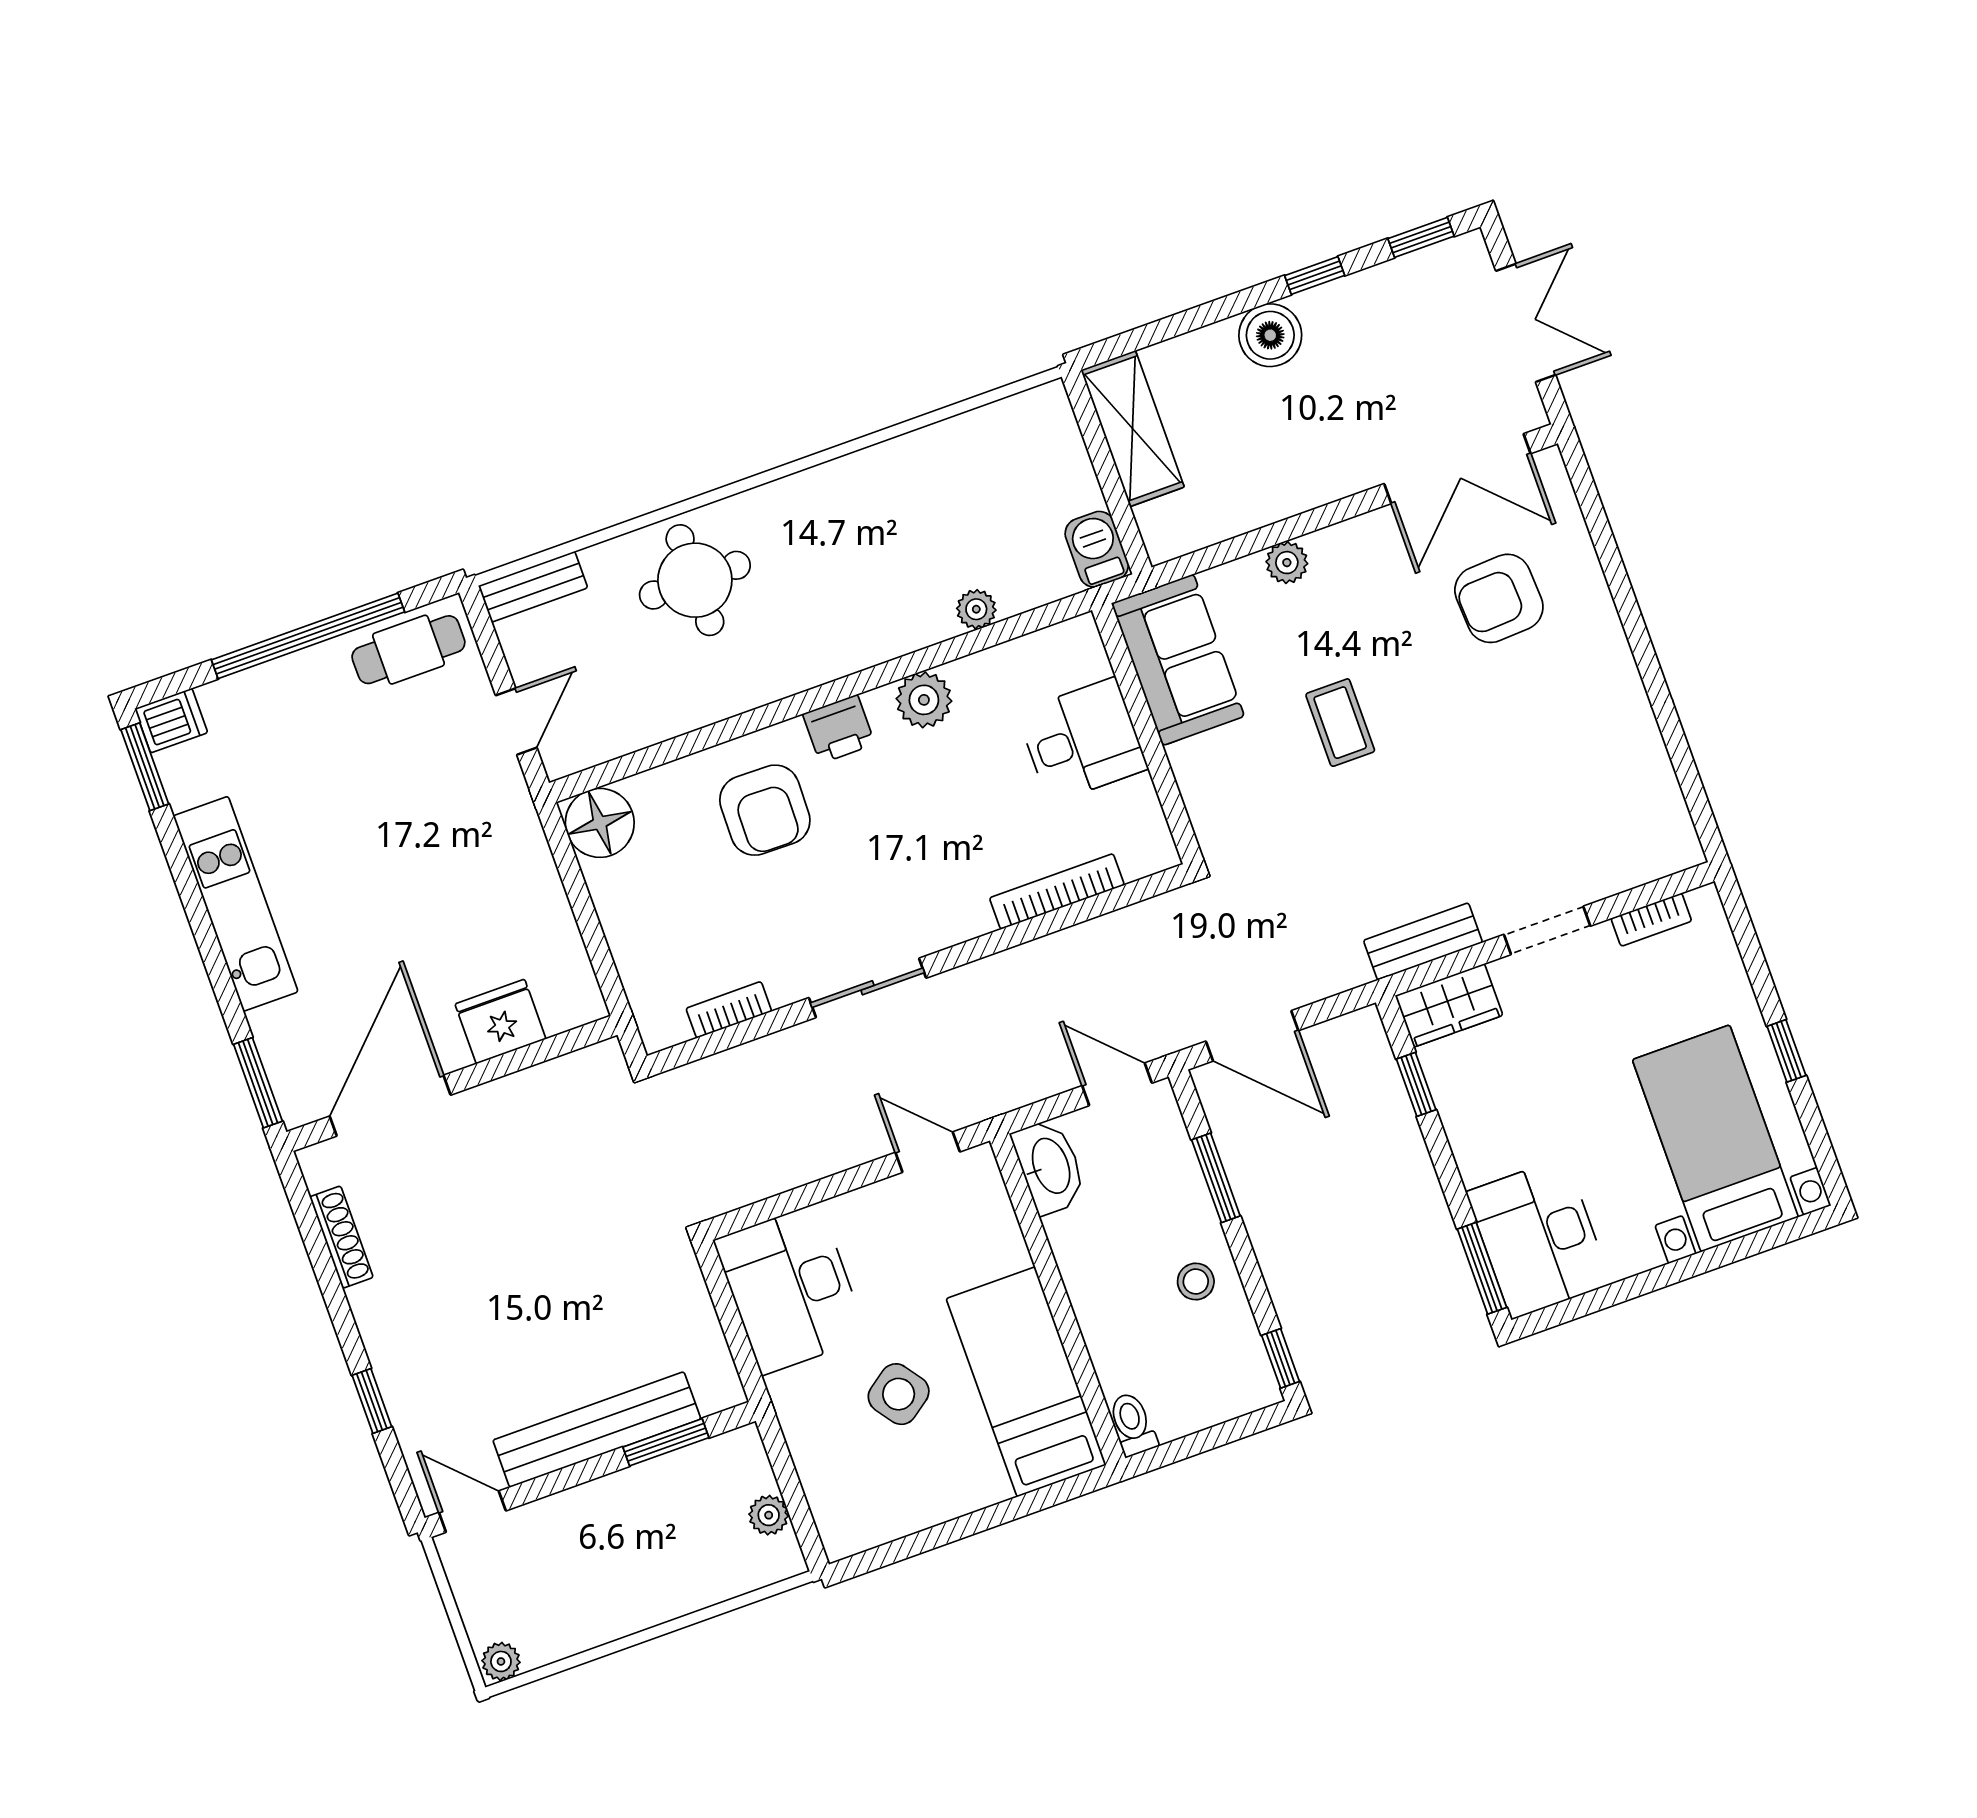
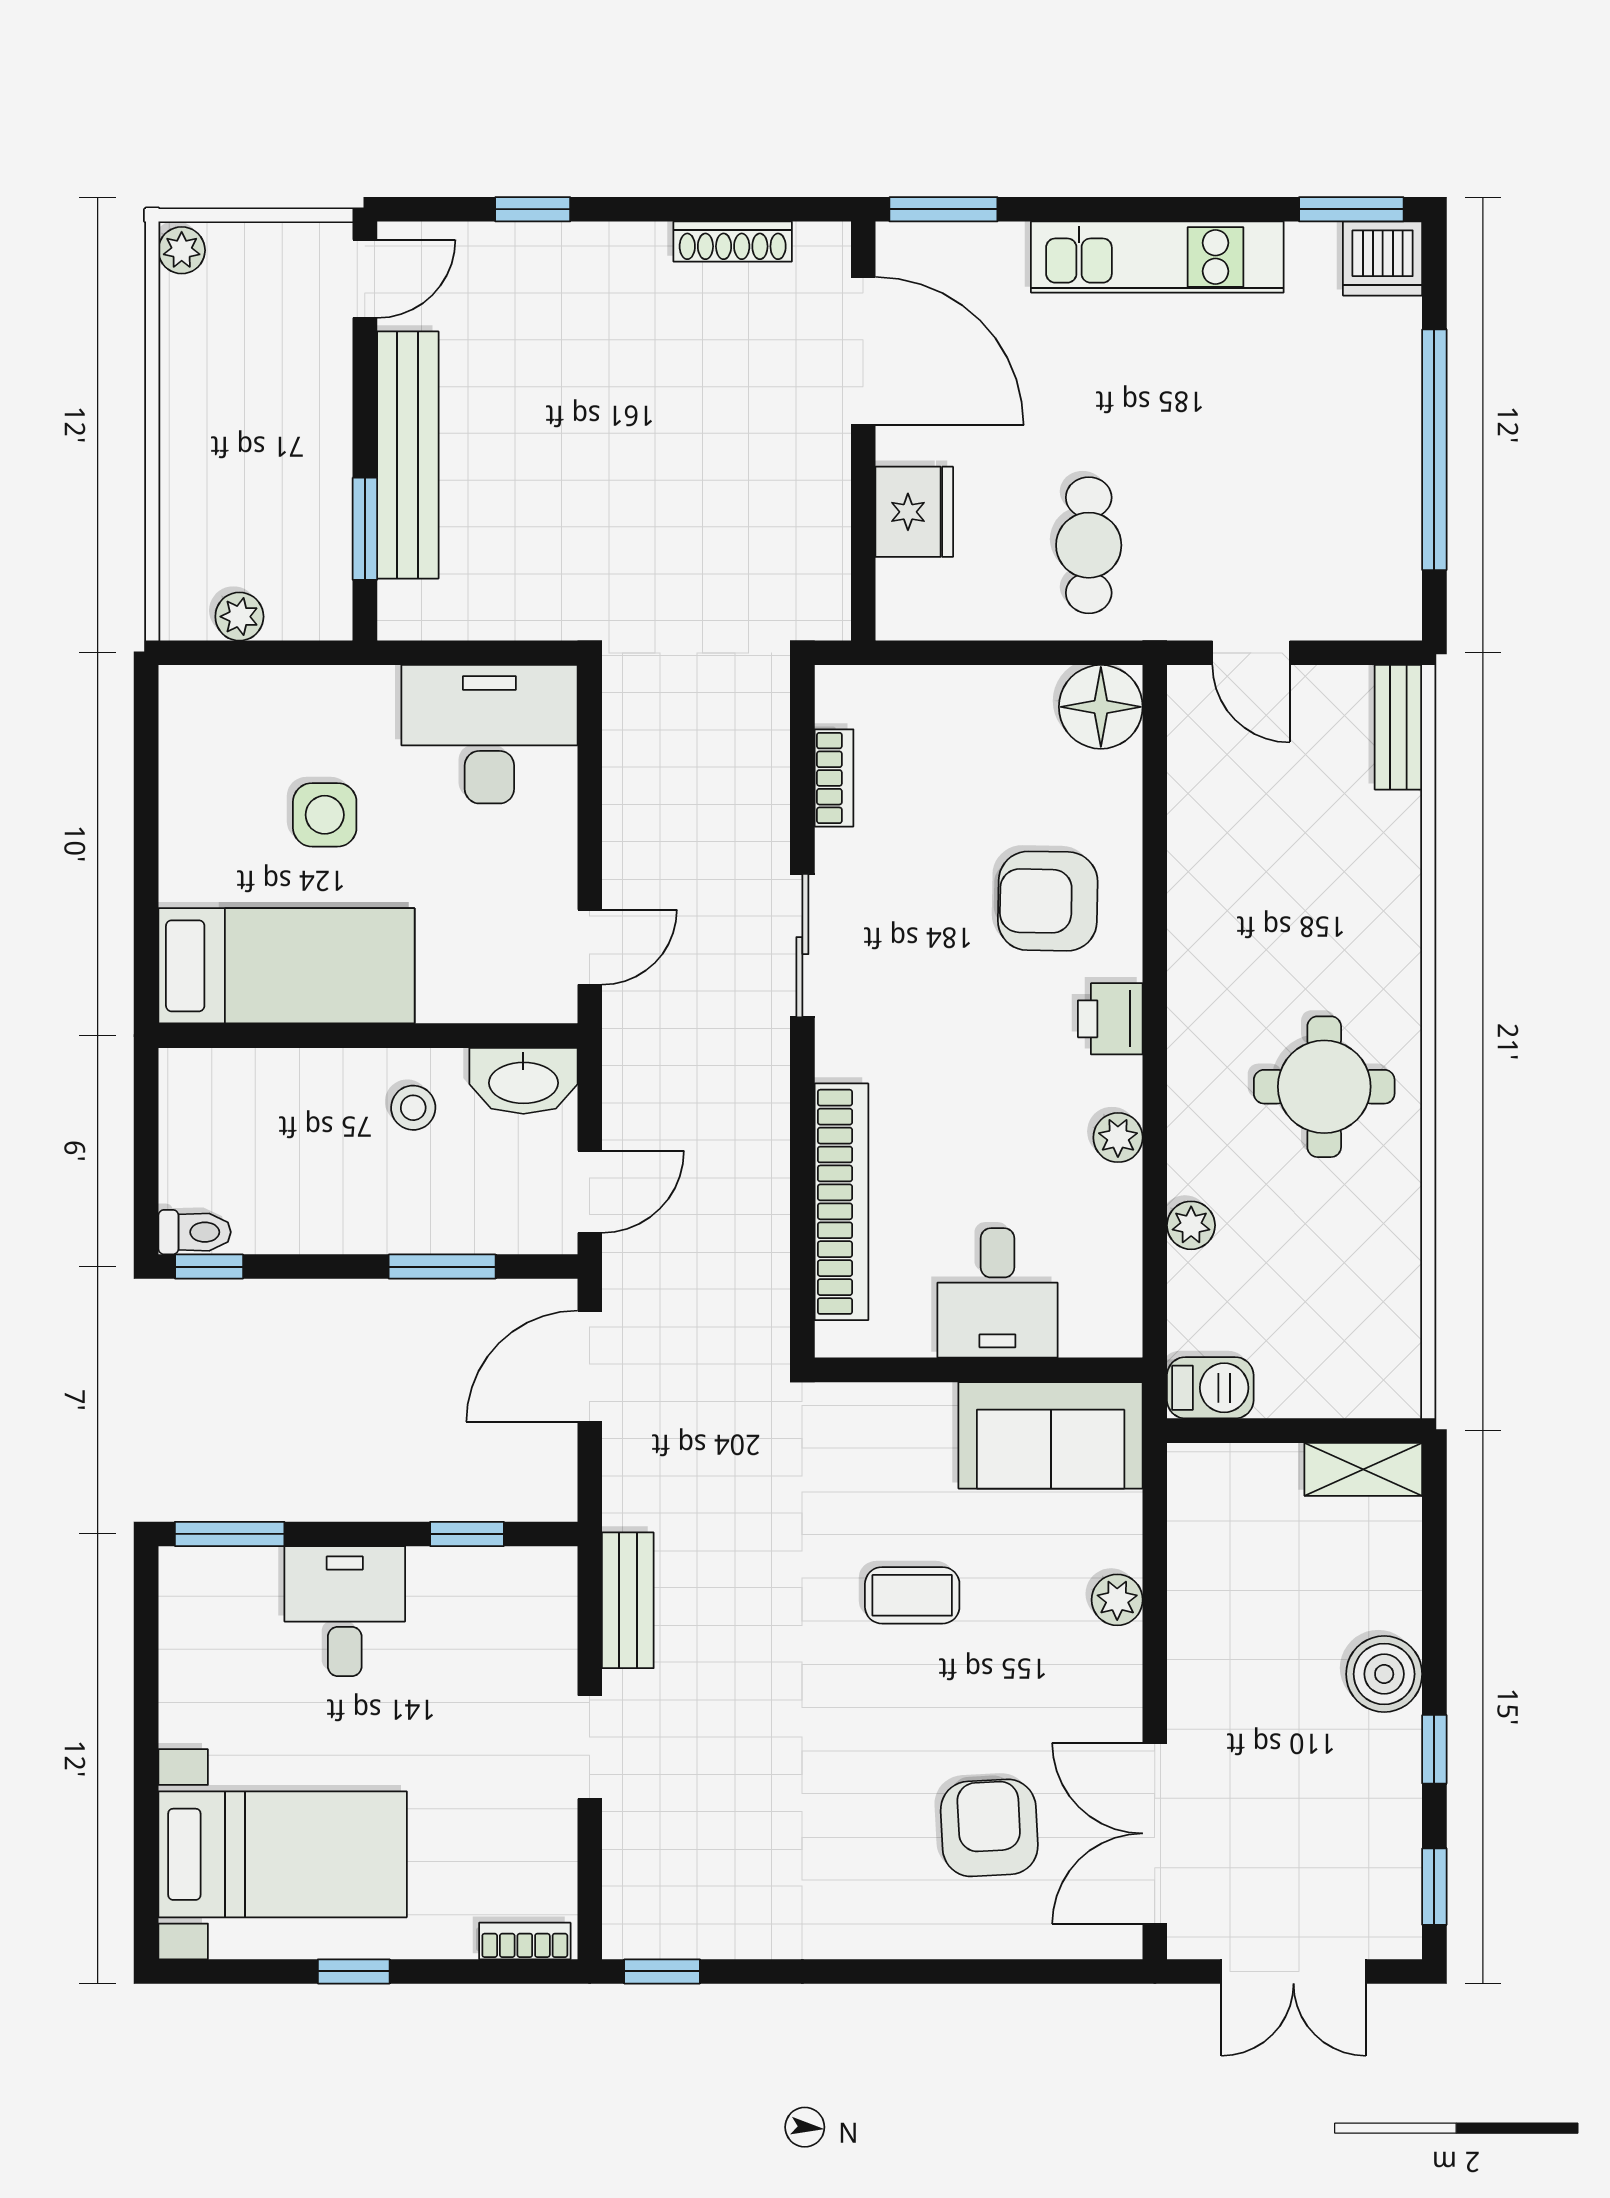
shelving: (1132, 428) -> (1363, 1469), width x0.67, depth x0.75
round table: (695, 580) -> (1324, 1087), moved
cafe table: (408, 650) -> (1089, 545), moved
plant: (924, 700) -> (1118, 1138), width x0.73, depth x0.73
dishwasher: (171, 721) -> (1383, 258), width x1.38
window: (1701, 812) -> (662, 1971), added
bookcase: (1057, 891) -> (841, 1202), width x1.48, depth x1.31
bookcase: (1651, 920) -> (525, 1941), moved, turned 90
wardrobe: (1449, 1005) -> (544, 1604), removed
desk: (1539, 1238) -> (345, 1611), moved, width x0.73
stool: (1196, 1281) -> (413, 1108), moved
side table: (899, 1394) -> (325, 815), turned 36
toilet: (1132, 1424) -> (195, 1232), moved

